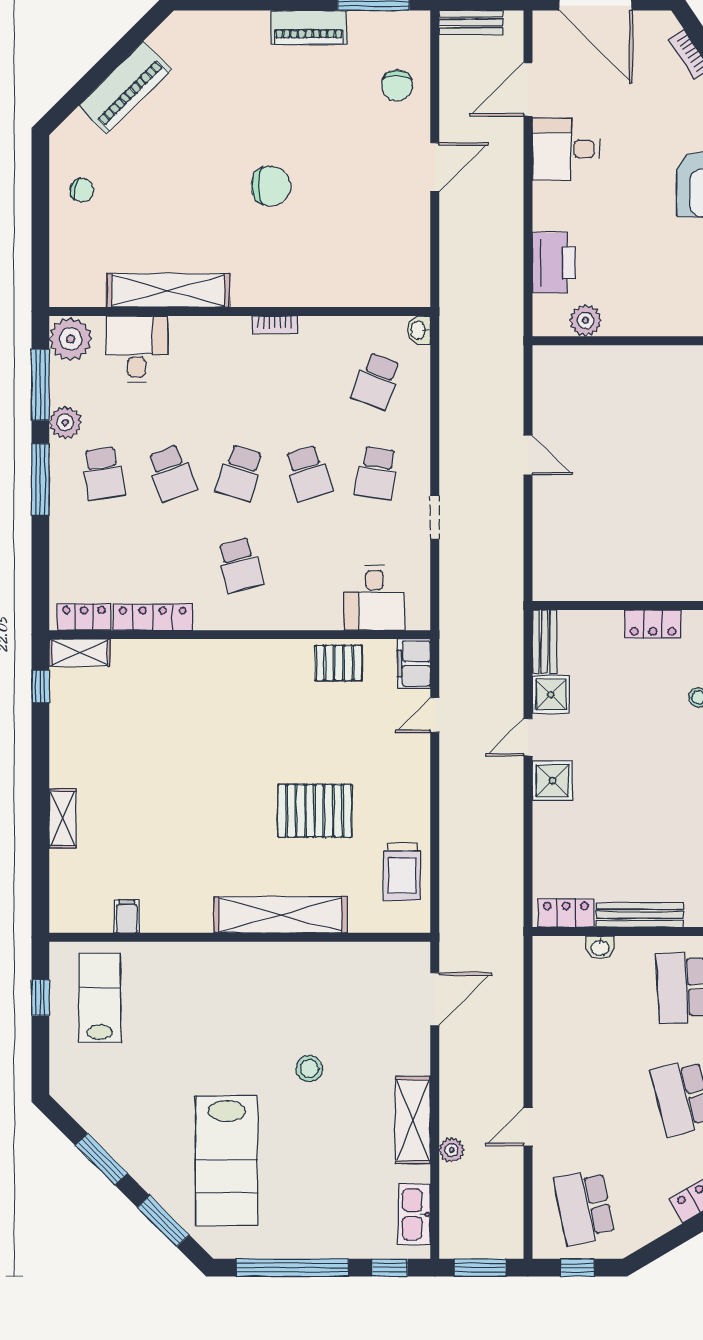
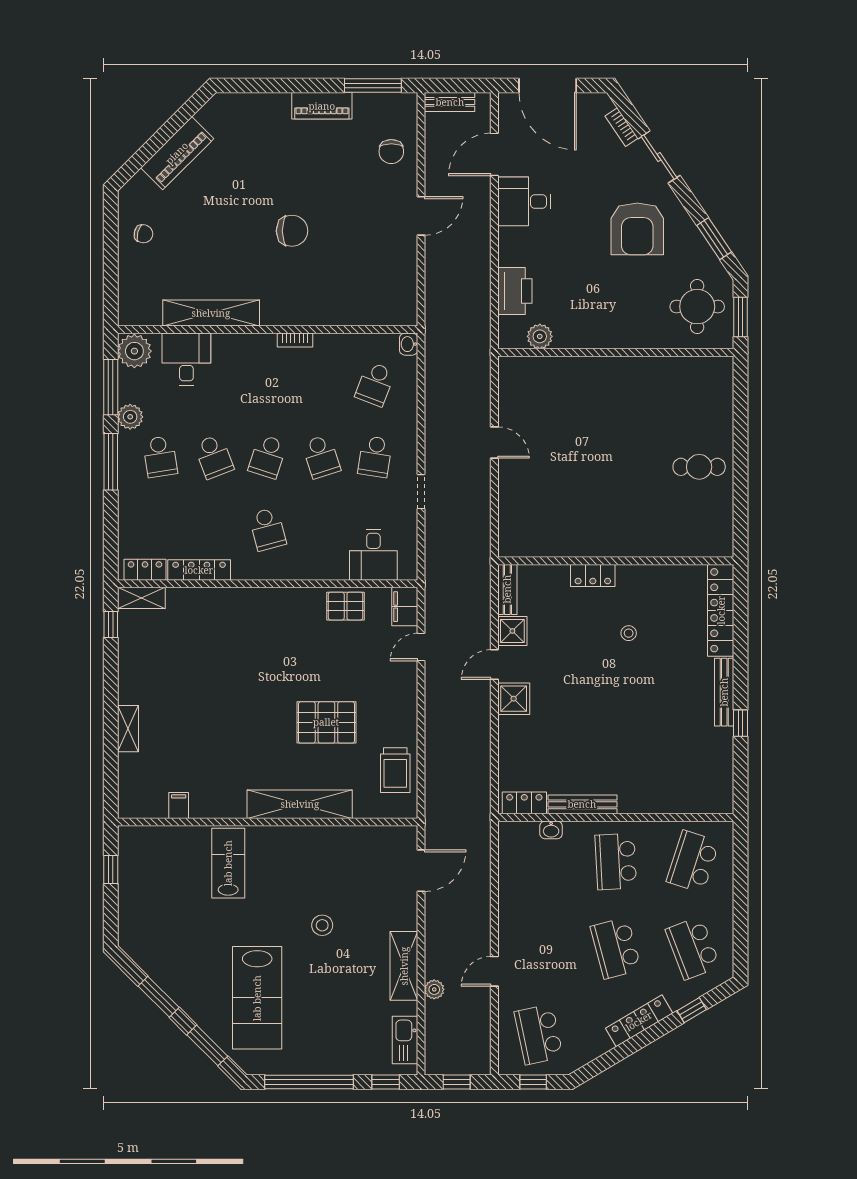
lab bench: (100, 998) -> (228, 863), moved
window: (480, 1268) -> (457, 1082), width x0.67

